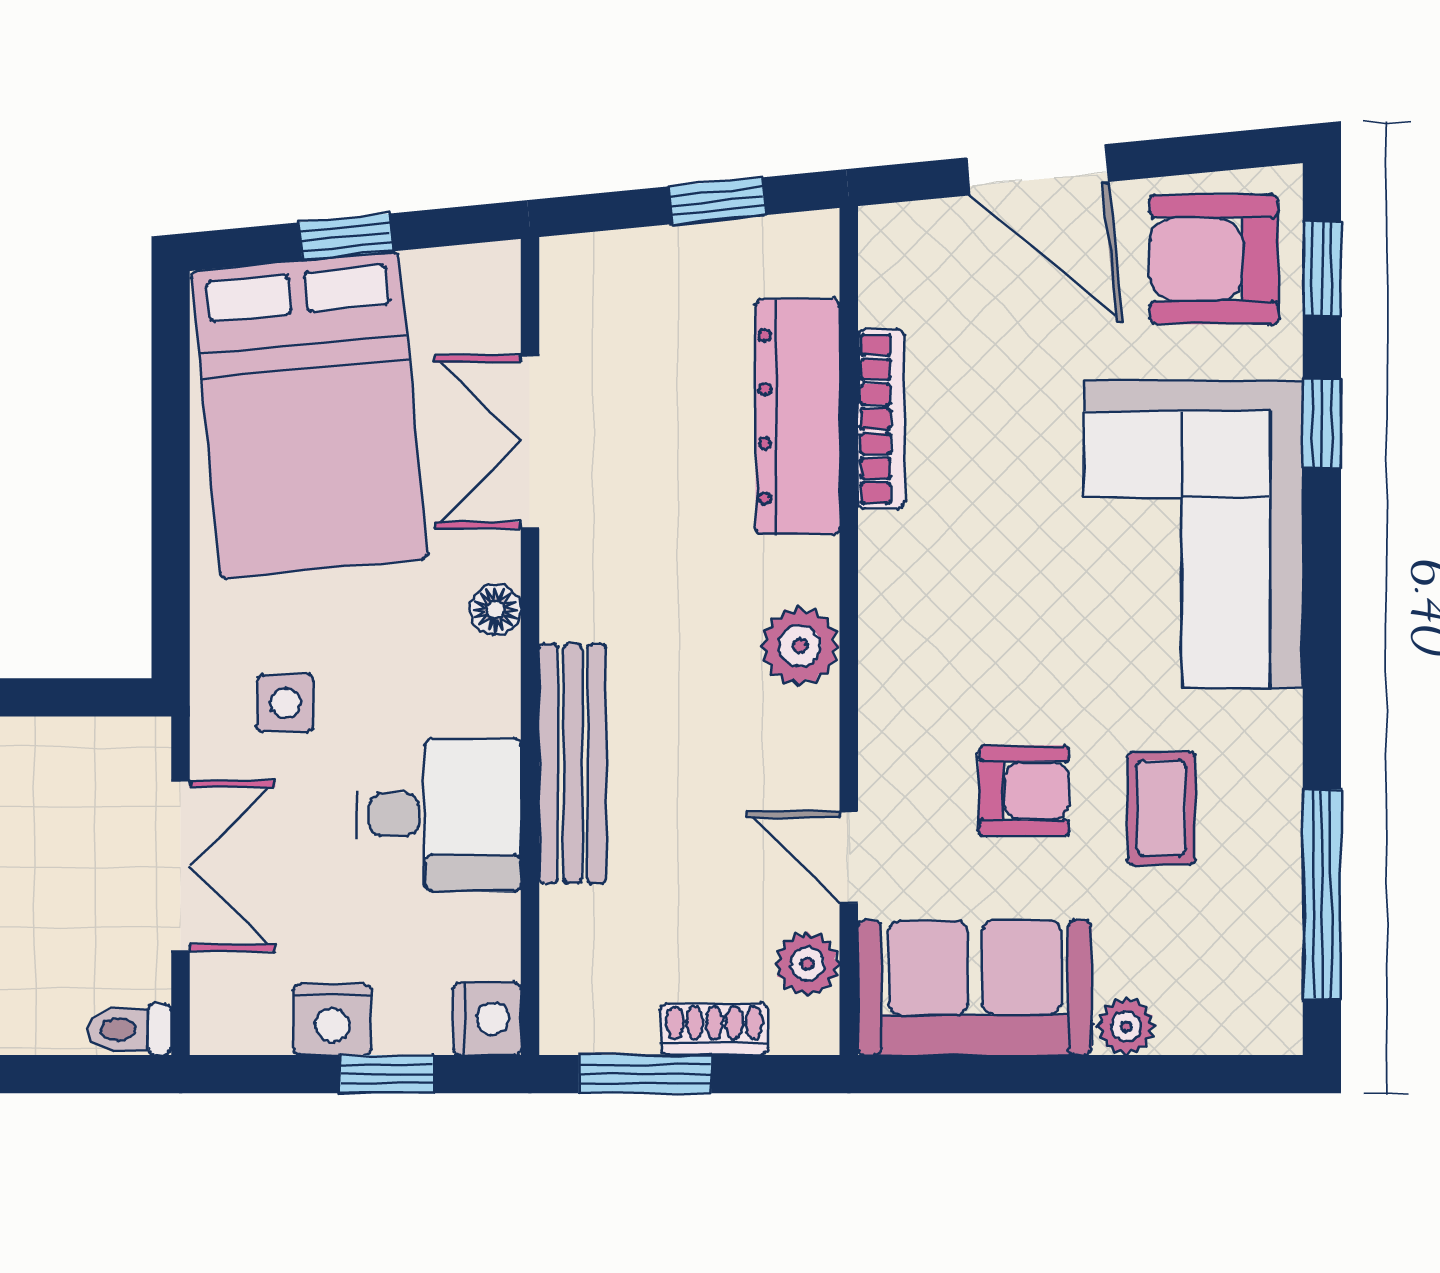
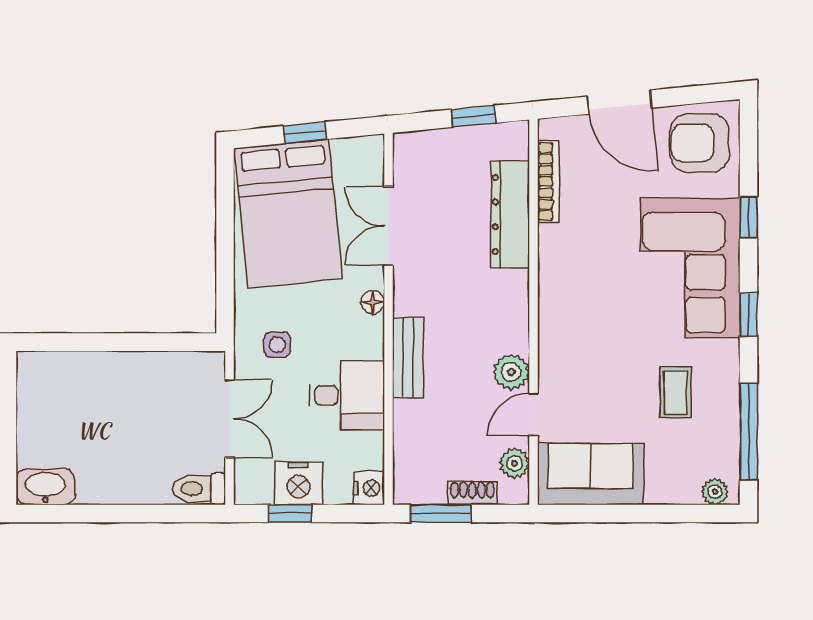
window: (1322, 268) -> (749, 315), moved
bookcase: (881, 419) -> (548, 181), moved
plant: (800, 646) -> (511, 372), moved
bench: (573, 763) -> (408, 358), width x0.73
armchair: (1024, 791) -> (613, 385), removed
door: (849, 857) -> (533, 415), hinge flipped
nightstand: (332, 1020) -> (299, 483), width x1.36, depth x1.33
plant: (1126, 1026) -> (715, 492), moved
toilet: (130, 1030) -> (199, 489), width x1.37, depth x1.39
window: (387, 1074) -> (290, 513), moved

